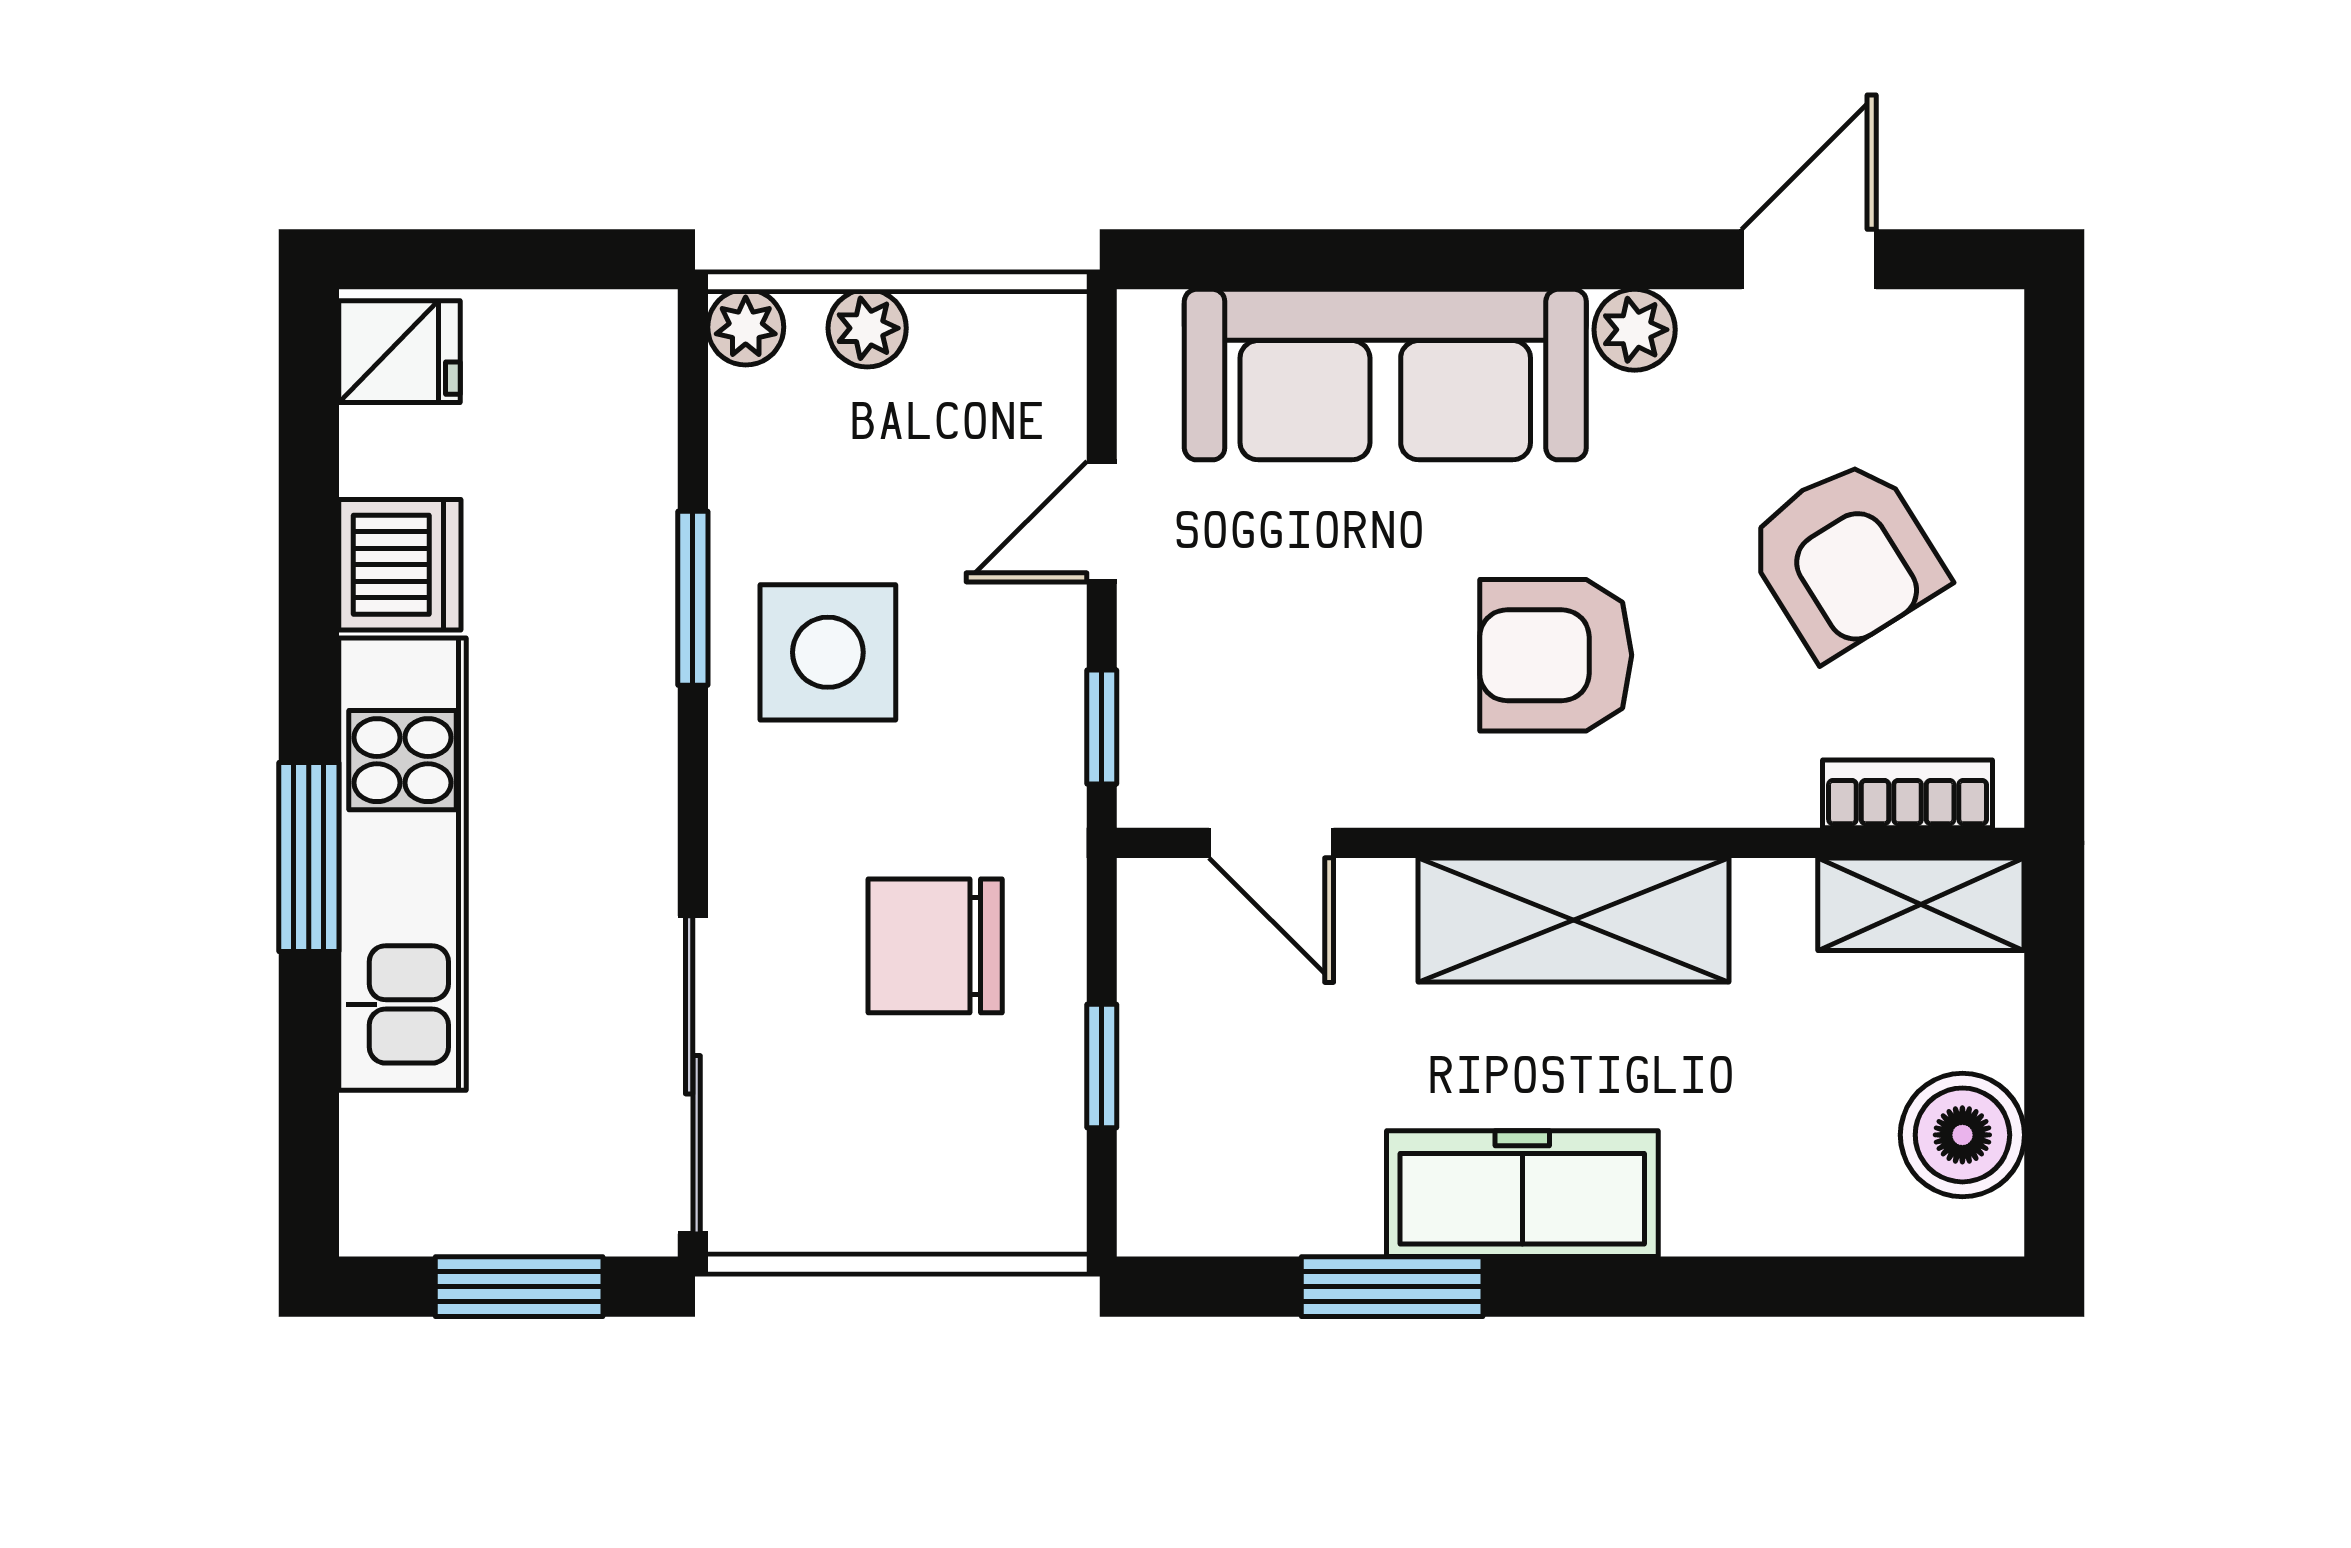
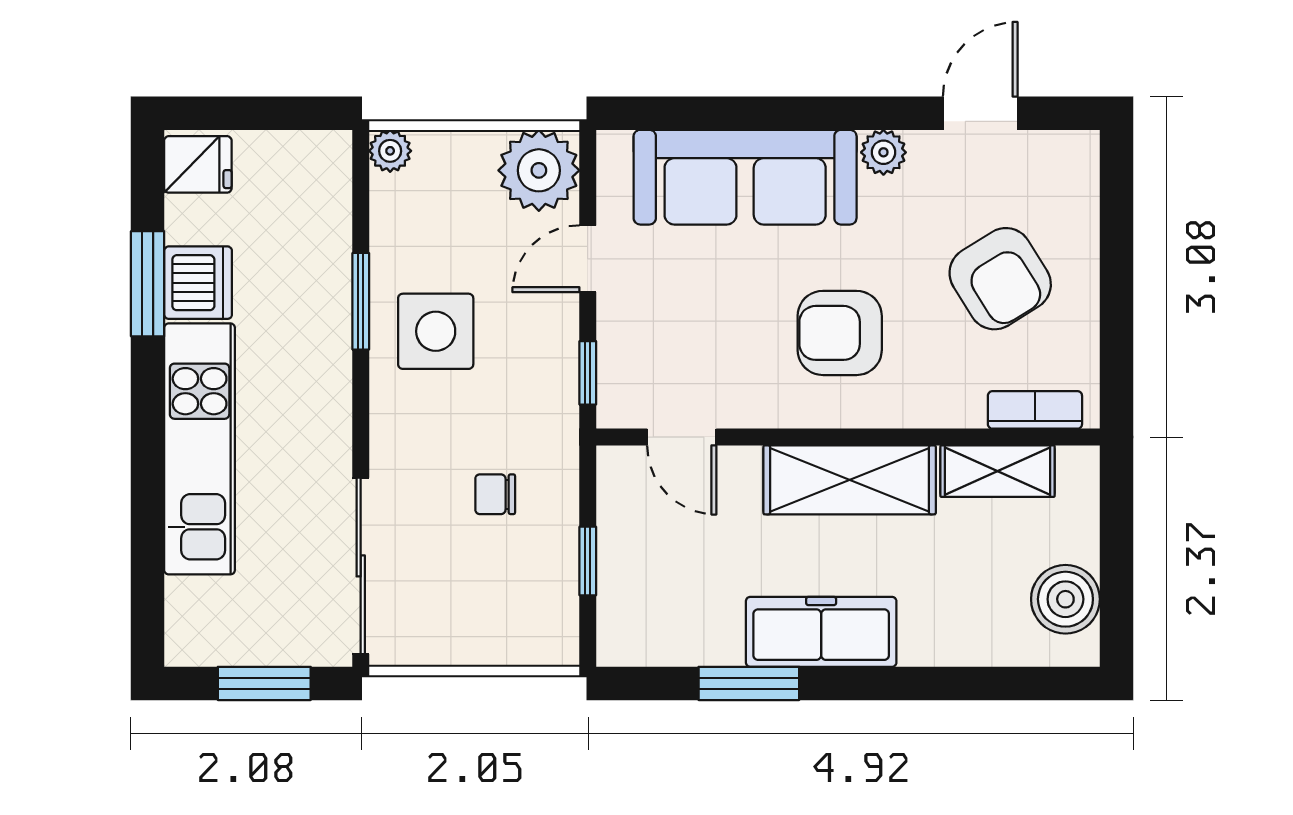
plant: (867, 328) -> (539, 170), moved, width x1.87, depth x1.87
window: (309, 857) -> (148, 284), moved
shelving: (1921, 904) -> (997, 471), moved
chair: (935, 946) -> (495, 494), width x0.54, depth x0.54

